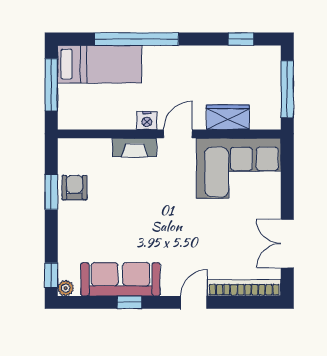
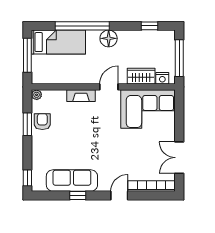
floor lamp: (177, 59) -> (109, 38), added
nightstand: (147, 120) -> (162, 78), moved
plant: (66, 288) -> (37, 95), moved

